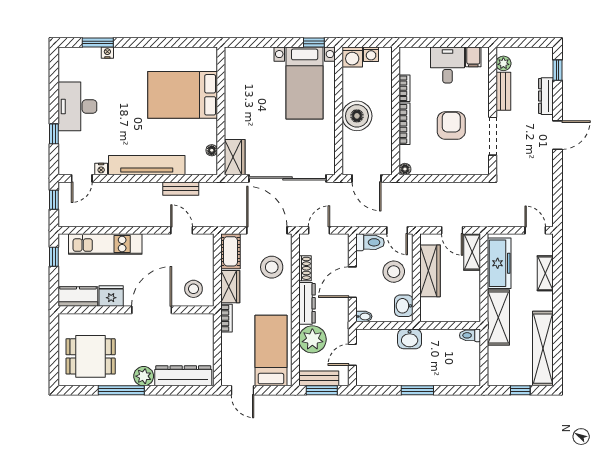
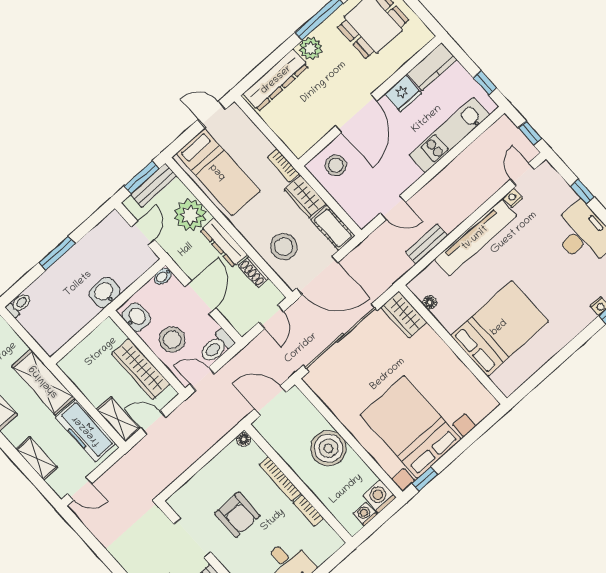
bed with nightstands: (305, 83) -> (411, 427), width x1.36
toilet: (470, 335) -> (19, 305), moved

